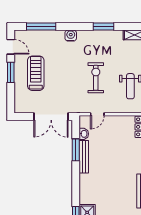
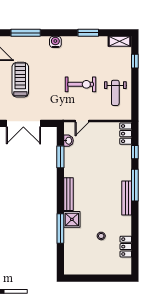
exercise bike: (96, 78) -> (81, 84), turned 90
double door: (51, 117) -> (23, 123), moved
bench: (84, 157) -> (68, 194), moved

